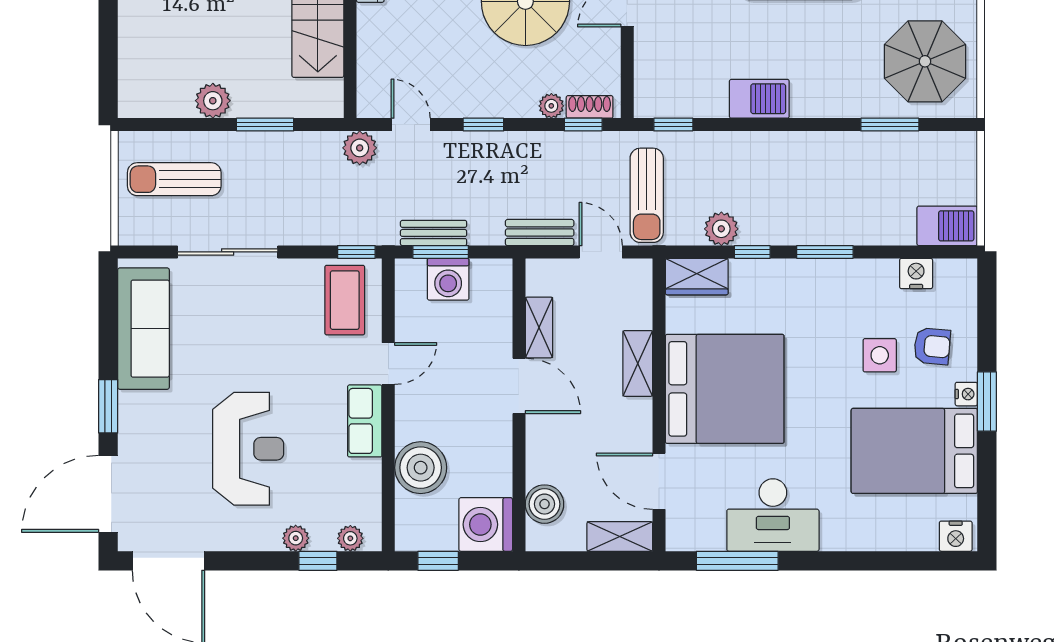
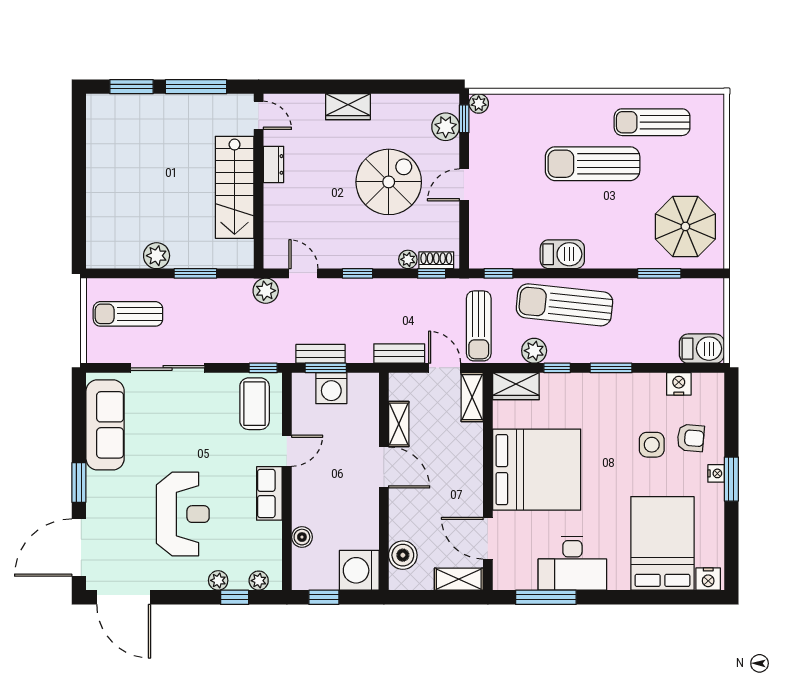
sun lounger: (762, 167) -> (564, 305), added
shelving: (638, 363) -> (472, 397), moved
bed: (914, 451) -> (662, 543), moved, turned 90
boiler: (421, 468) -> (302, 537), width x0.54, depth x0.54

